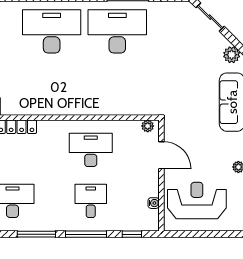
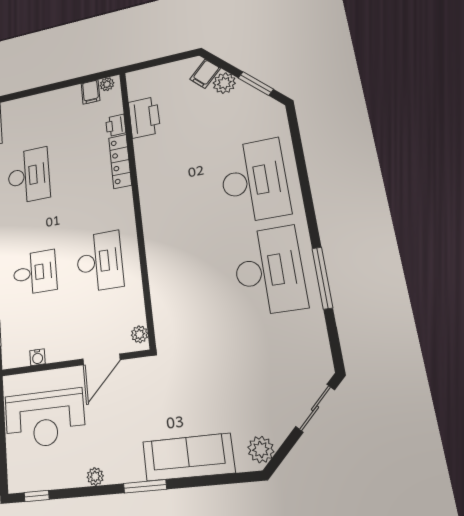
reception desk: (197, 200) -> (45, 419), turned 90

